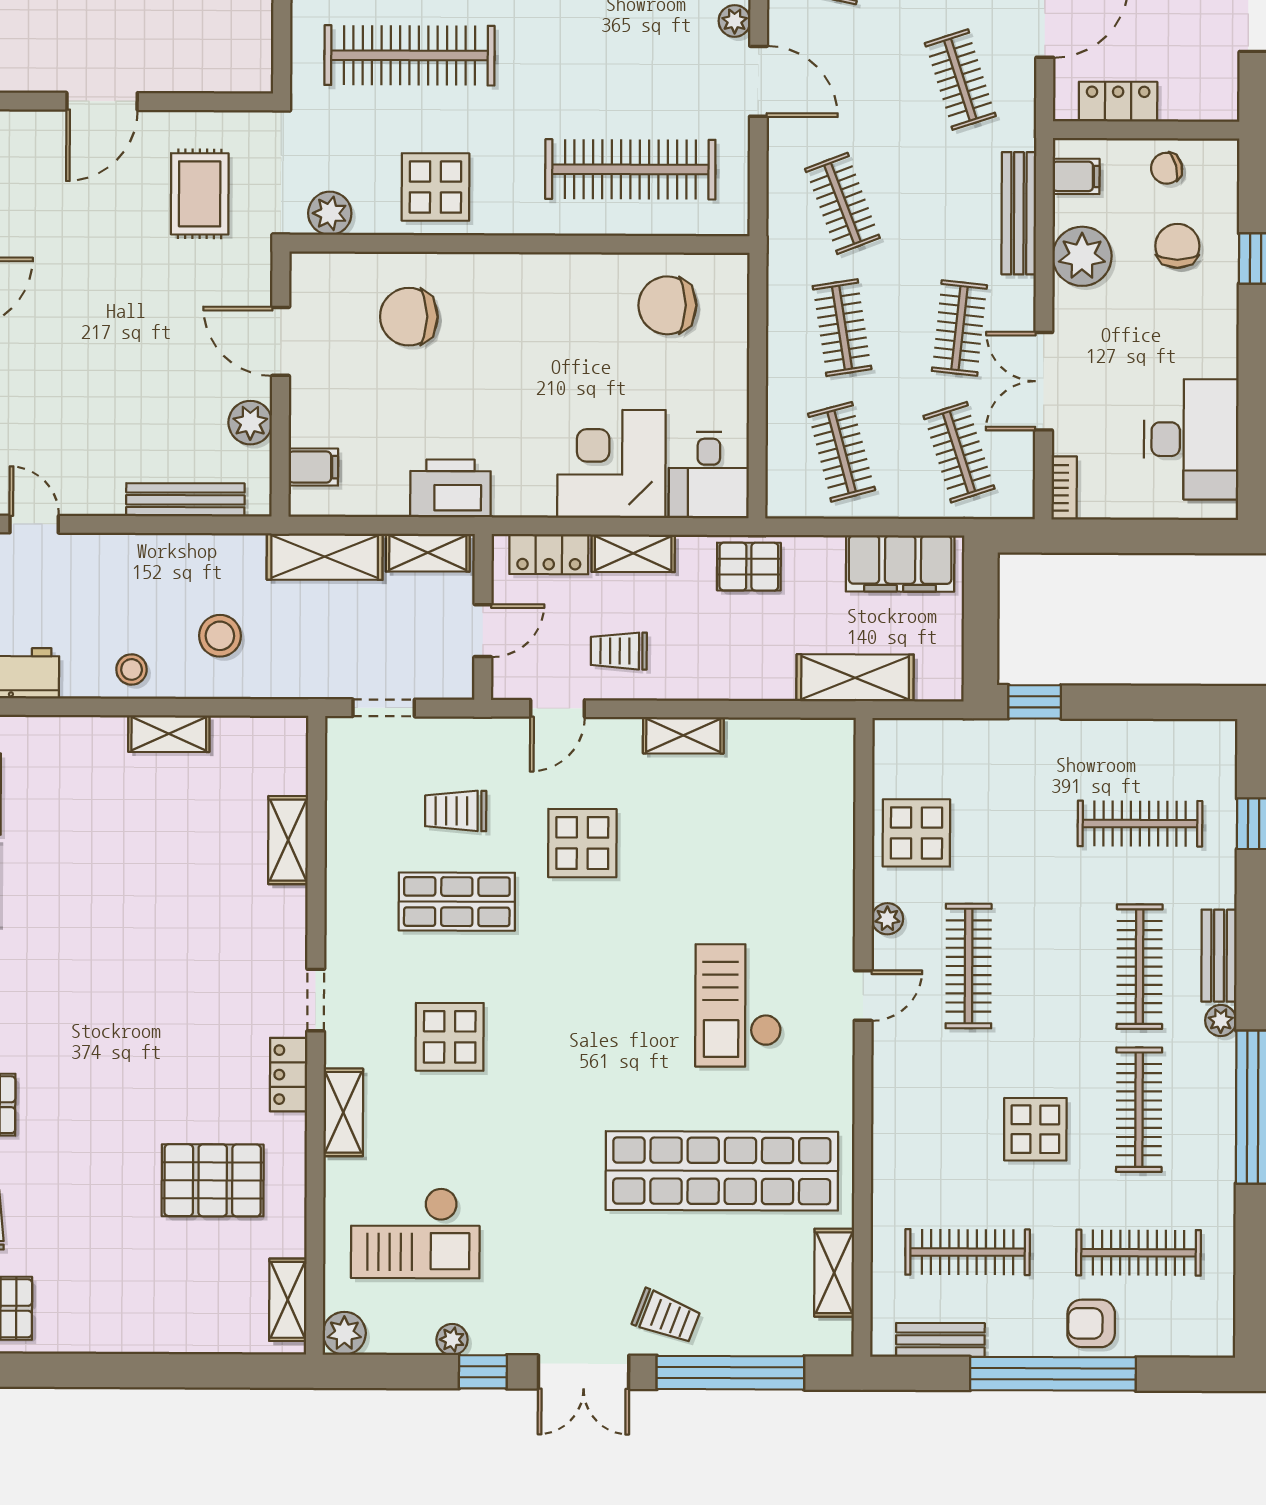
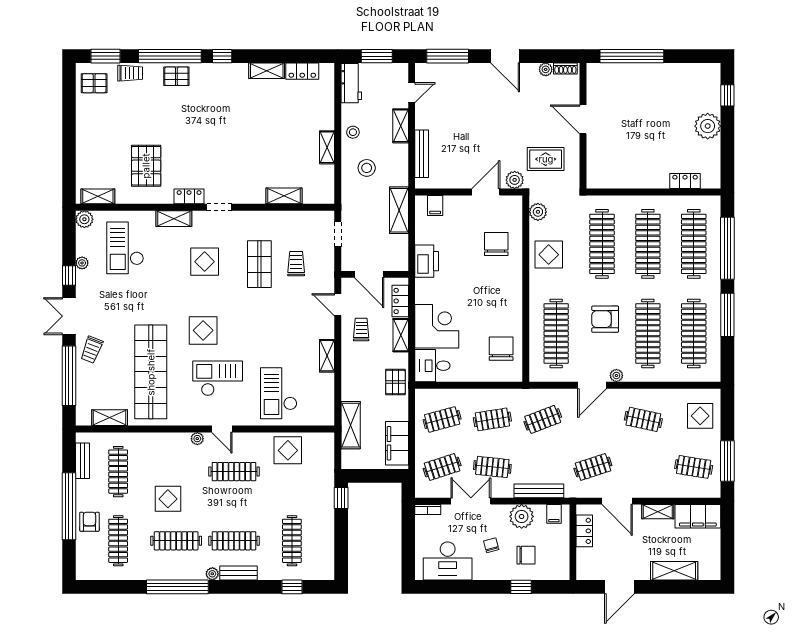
armchair: (595, 48) -> (605, 319), added
chair: (1167, 168) -> (491, 545), moved
plant: (250, 423) -> (515, 180), moved
shelving: (428, 553) -> (401, 126), moved
door: (483, 631) -> (369, 274), width x1.38
display table: (582, 843) -> (203, 330), moved
checkout: (775, 855) -> (279, 393), added
plant: (887, 919) -> (197, 439), moved

